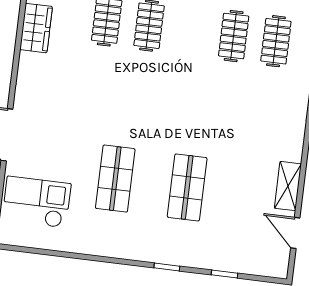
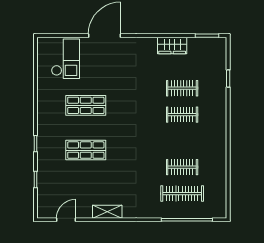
clothes rail: (276, 41) -> (182, 194), width x1.36
shelving: (288, 186) -> (107, 212), moved

